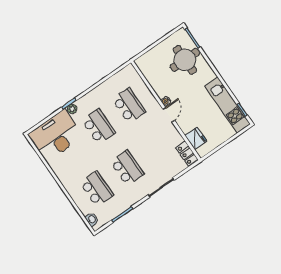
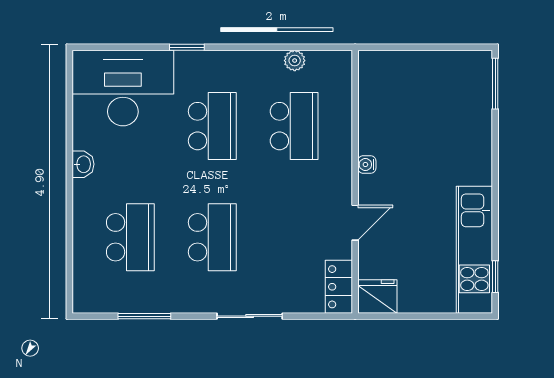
round table: (185, 60) -> (454, 114), removed
plant: (72, 109) -> (295, 61), moved
door: (169, 115) -> (355, 223), moved
fridge: (196, 138) -> (377, 296), moved, turned -90
washbasin: (92, 219) -> (83, 164), moved

